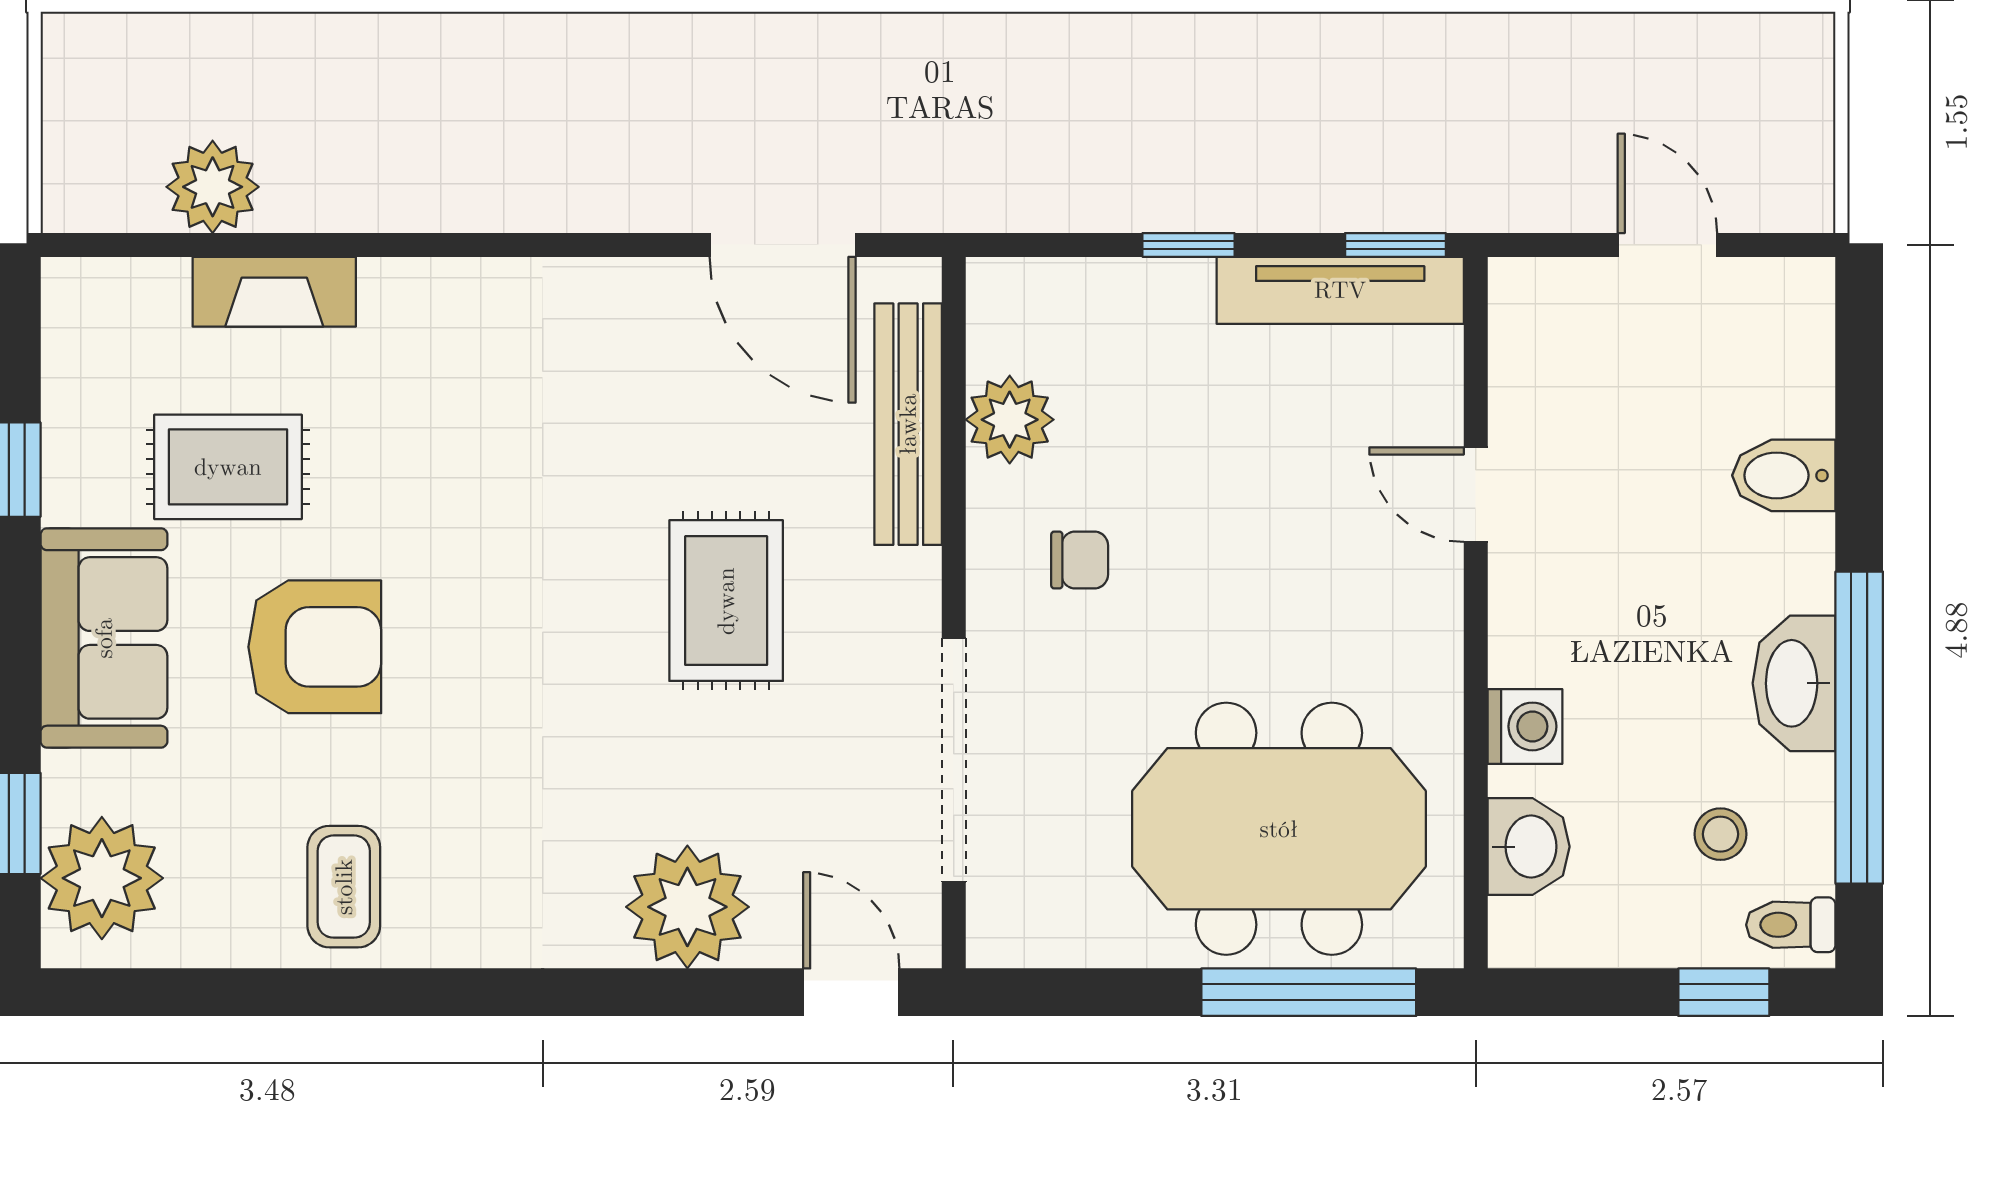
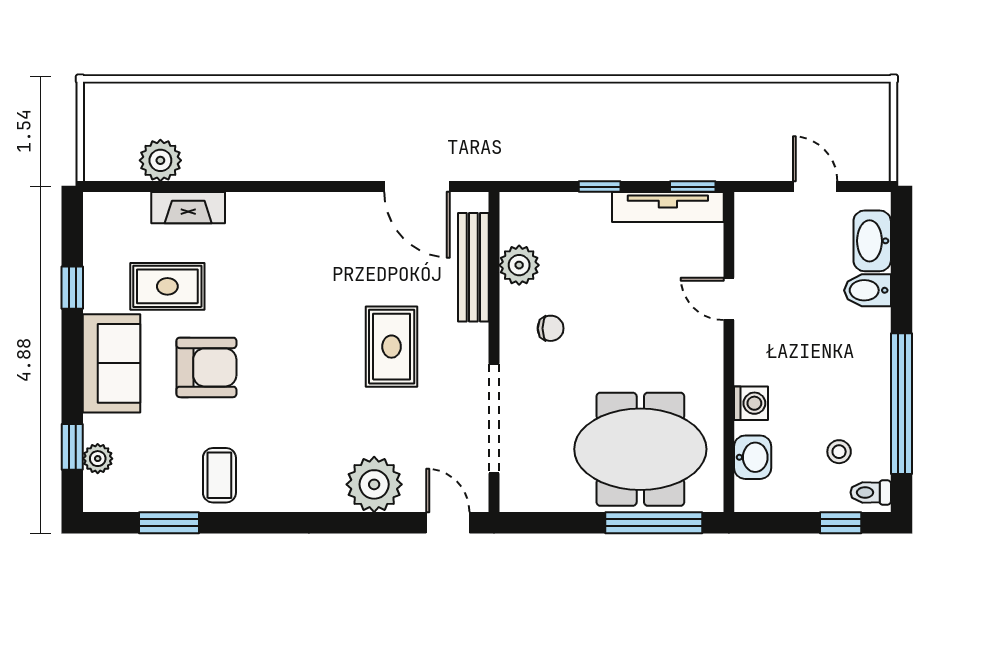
washbasin: (1794, 683) -> (872, 241), moved
plant: (102, 878) -> (98, 459), width x0.53, depth x0.53
window: (232, 992) -> (169, 523), added

